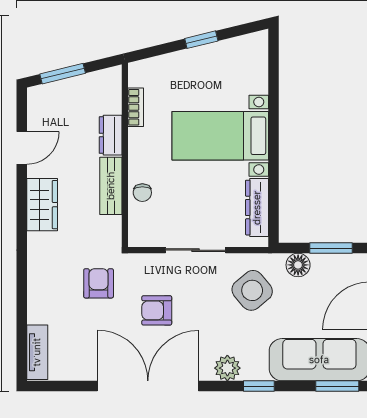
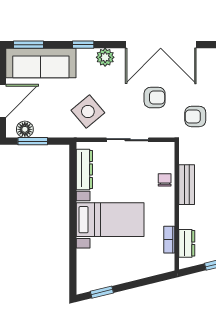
window: (201, 40) -> (102, 292), moved
dresser: (111, 135) -> (187, 243), moved
floor lamp: (298, 265) -> (25, 129), moved
armchair: (99, 283) -> (195, 116), turned 90

